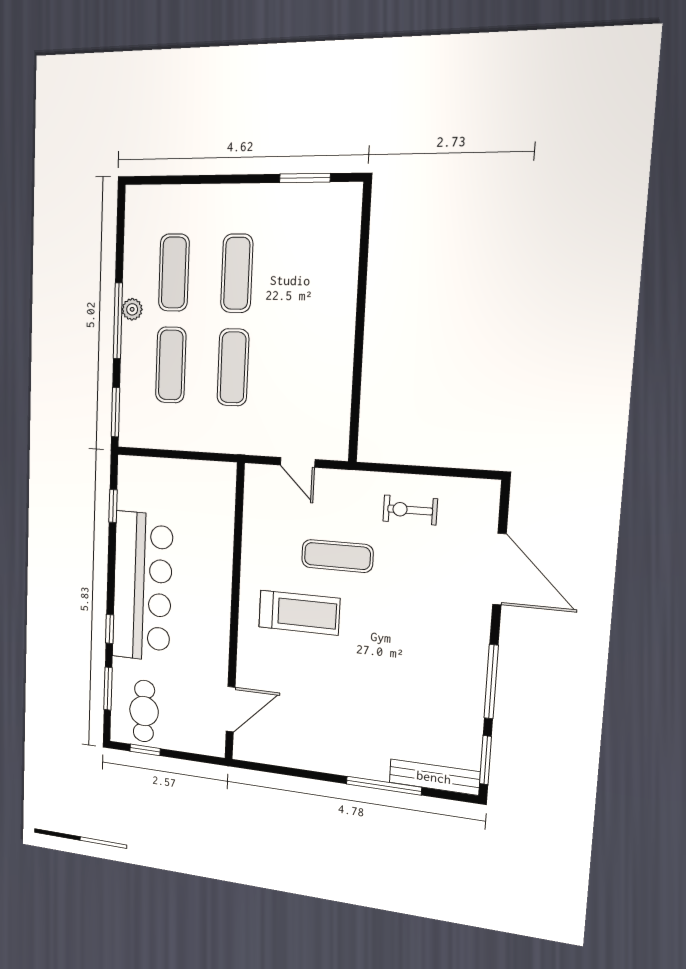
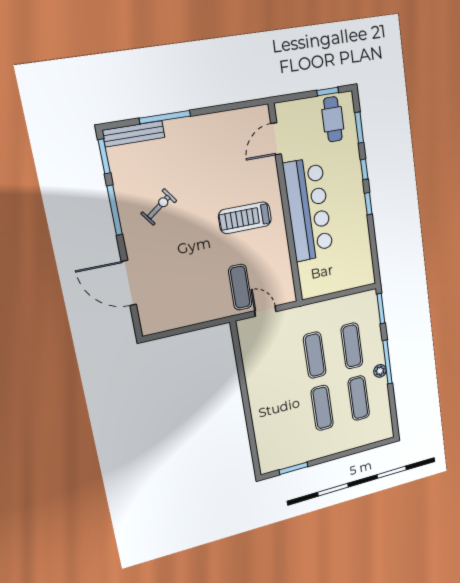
window: (113, 506) -> (368, 204), moved
exercise bike: (410, 510) -> (159, 207), moved, turned -36
exercise mat: (337, 556) -> (240, 287), moved, turned 90
bar counter: (142, 587) -> (308, 210), moved, turned 180

